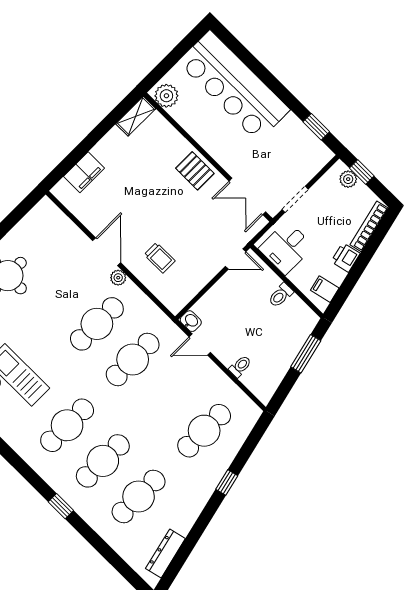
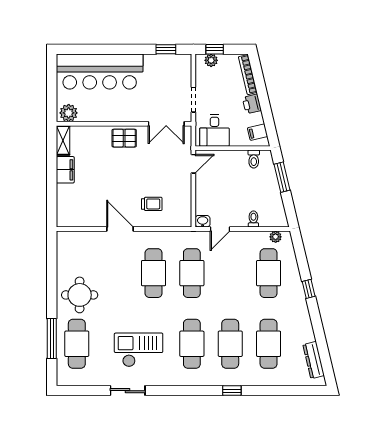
filing cabinet: (84, 172) -> (65, 170), moved
plant: (118, 278) -> (276, 237), moved
toilet: (281, 295) -> (254, 159), moved

